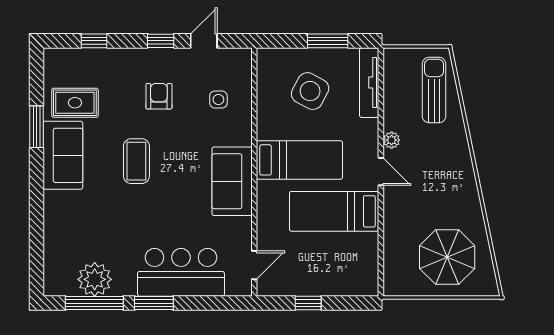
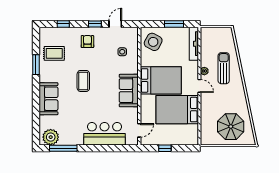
sun lounger: (434, 90) -> (224, 68), moved
side table: (310, 91) -> (153, 42), moved
armchair: (159, 96) -> (87, 42), moved
sofa: (63, 155) -> (48, 99), moved
bed: (299, 160) -> (161, 80), width x1.50
bed: (334, 211) -> (177, 110), width x1.50
plant: (95, 279) -> (51, 137), moved
window: (154, 303) -> (92, 148), removed

